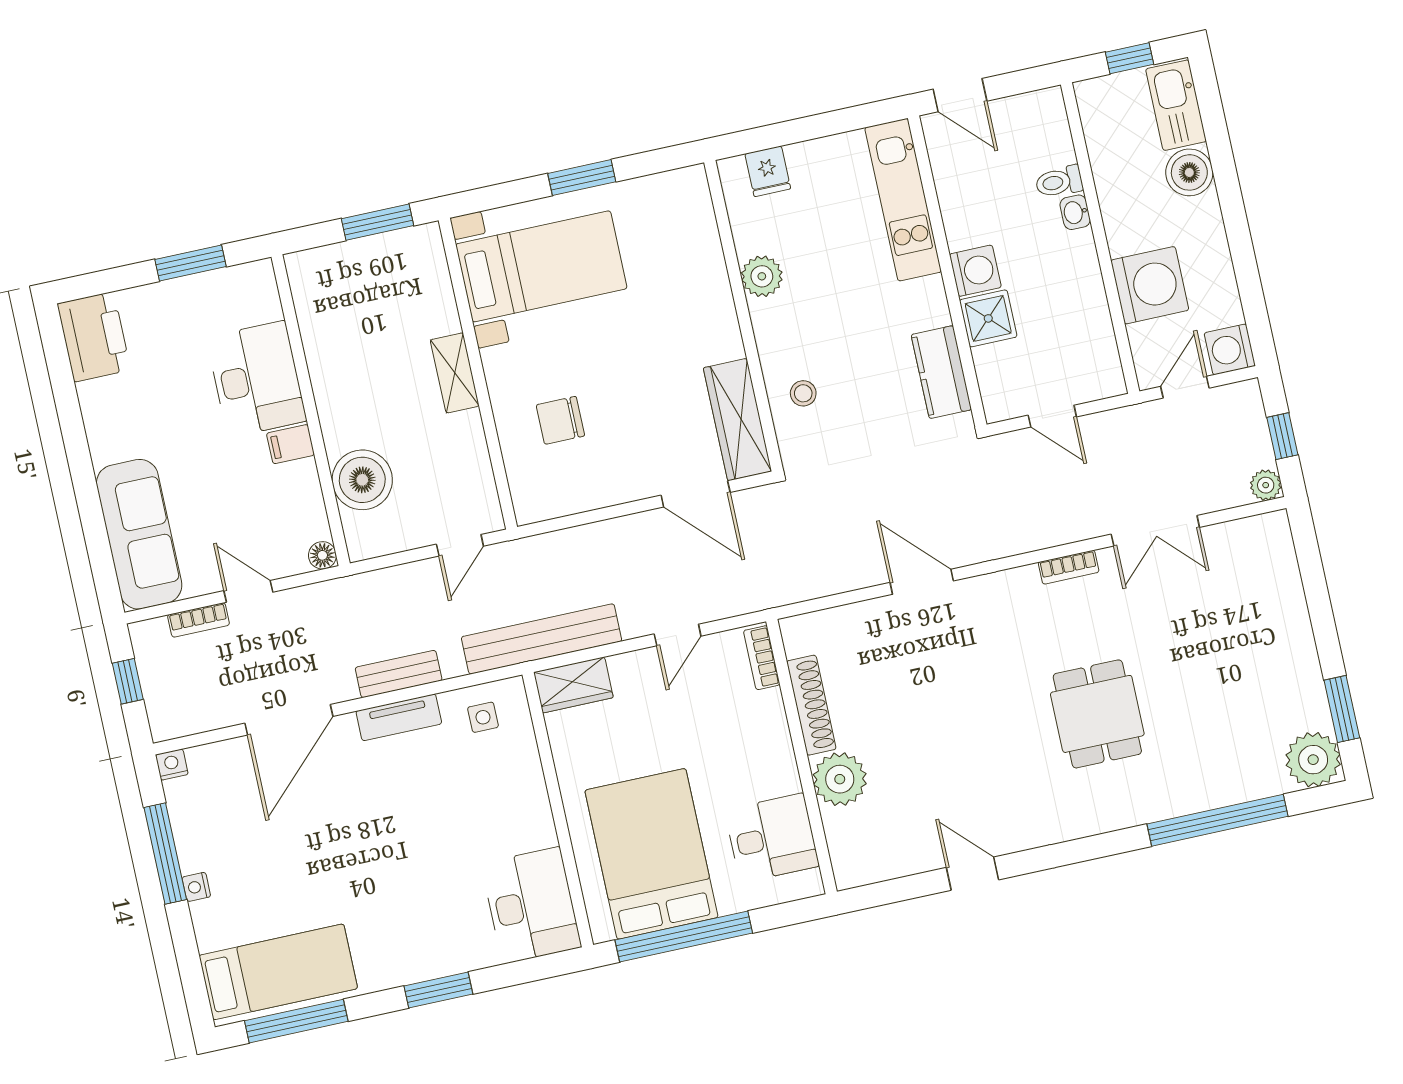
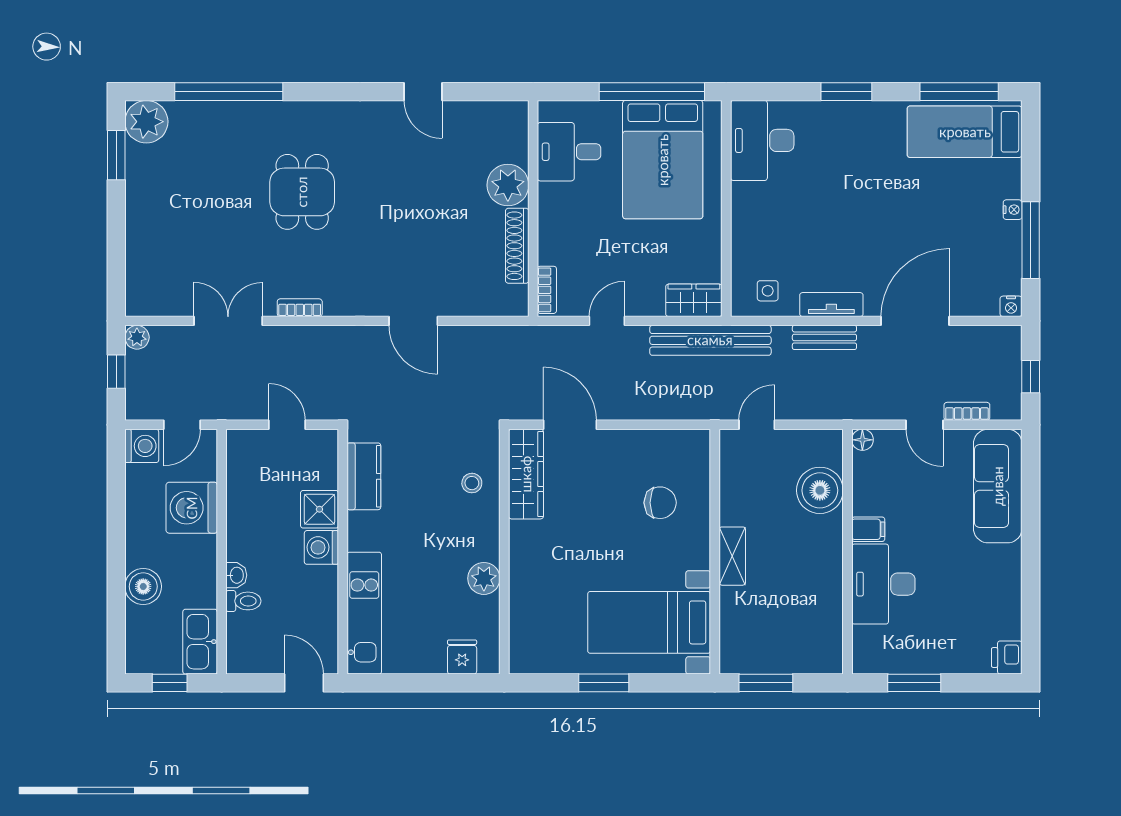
kitchen sink: (1176, 105) -> (200, 642), moved, turned 180
printer: (94, 337) -> (1007, 658), width x0.53, depth x0.68

